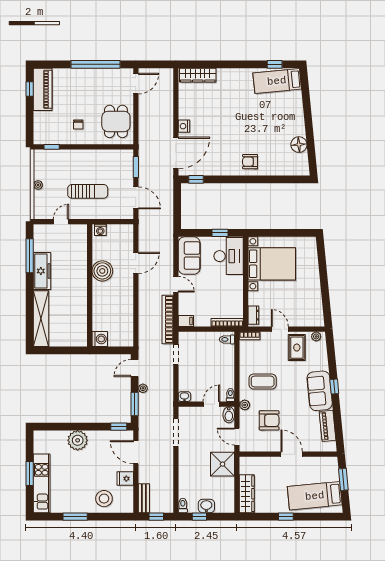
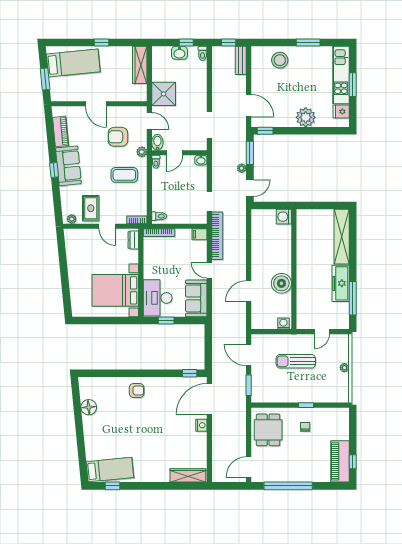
window: (52, 147) -> (306, 405), moved
fridge: (125, 479) -> (341, 112), moved, turned 180

